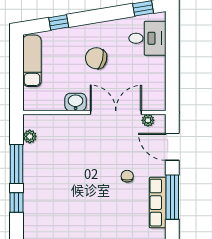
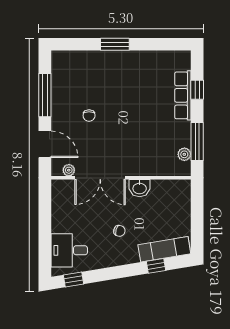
chair: (96, 58) -> (119, 231), width x0.54, depth x0.54
exam couch: (32, 61) -> (164, 249), moved, turned 81
window: (17, 164) -> (197, 141), moved
row of seats: (158, 203) -> (183, 95), moved, turned 180

